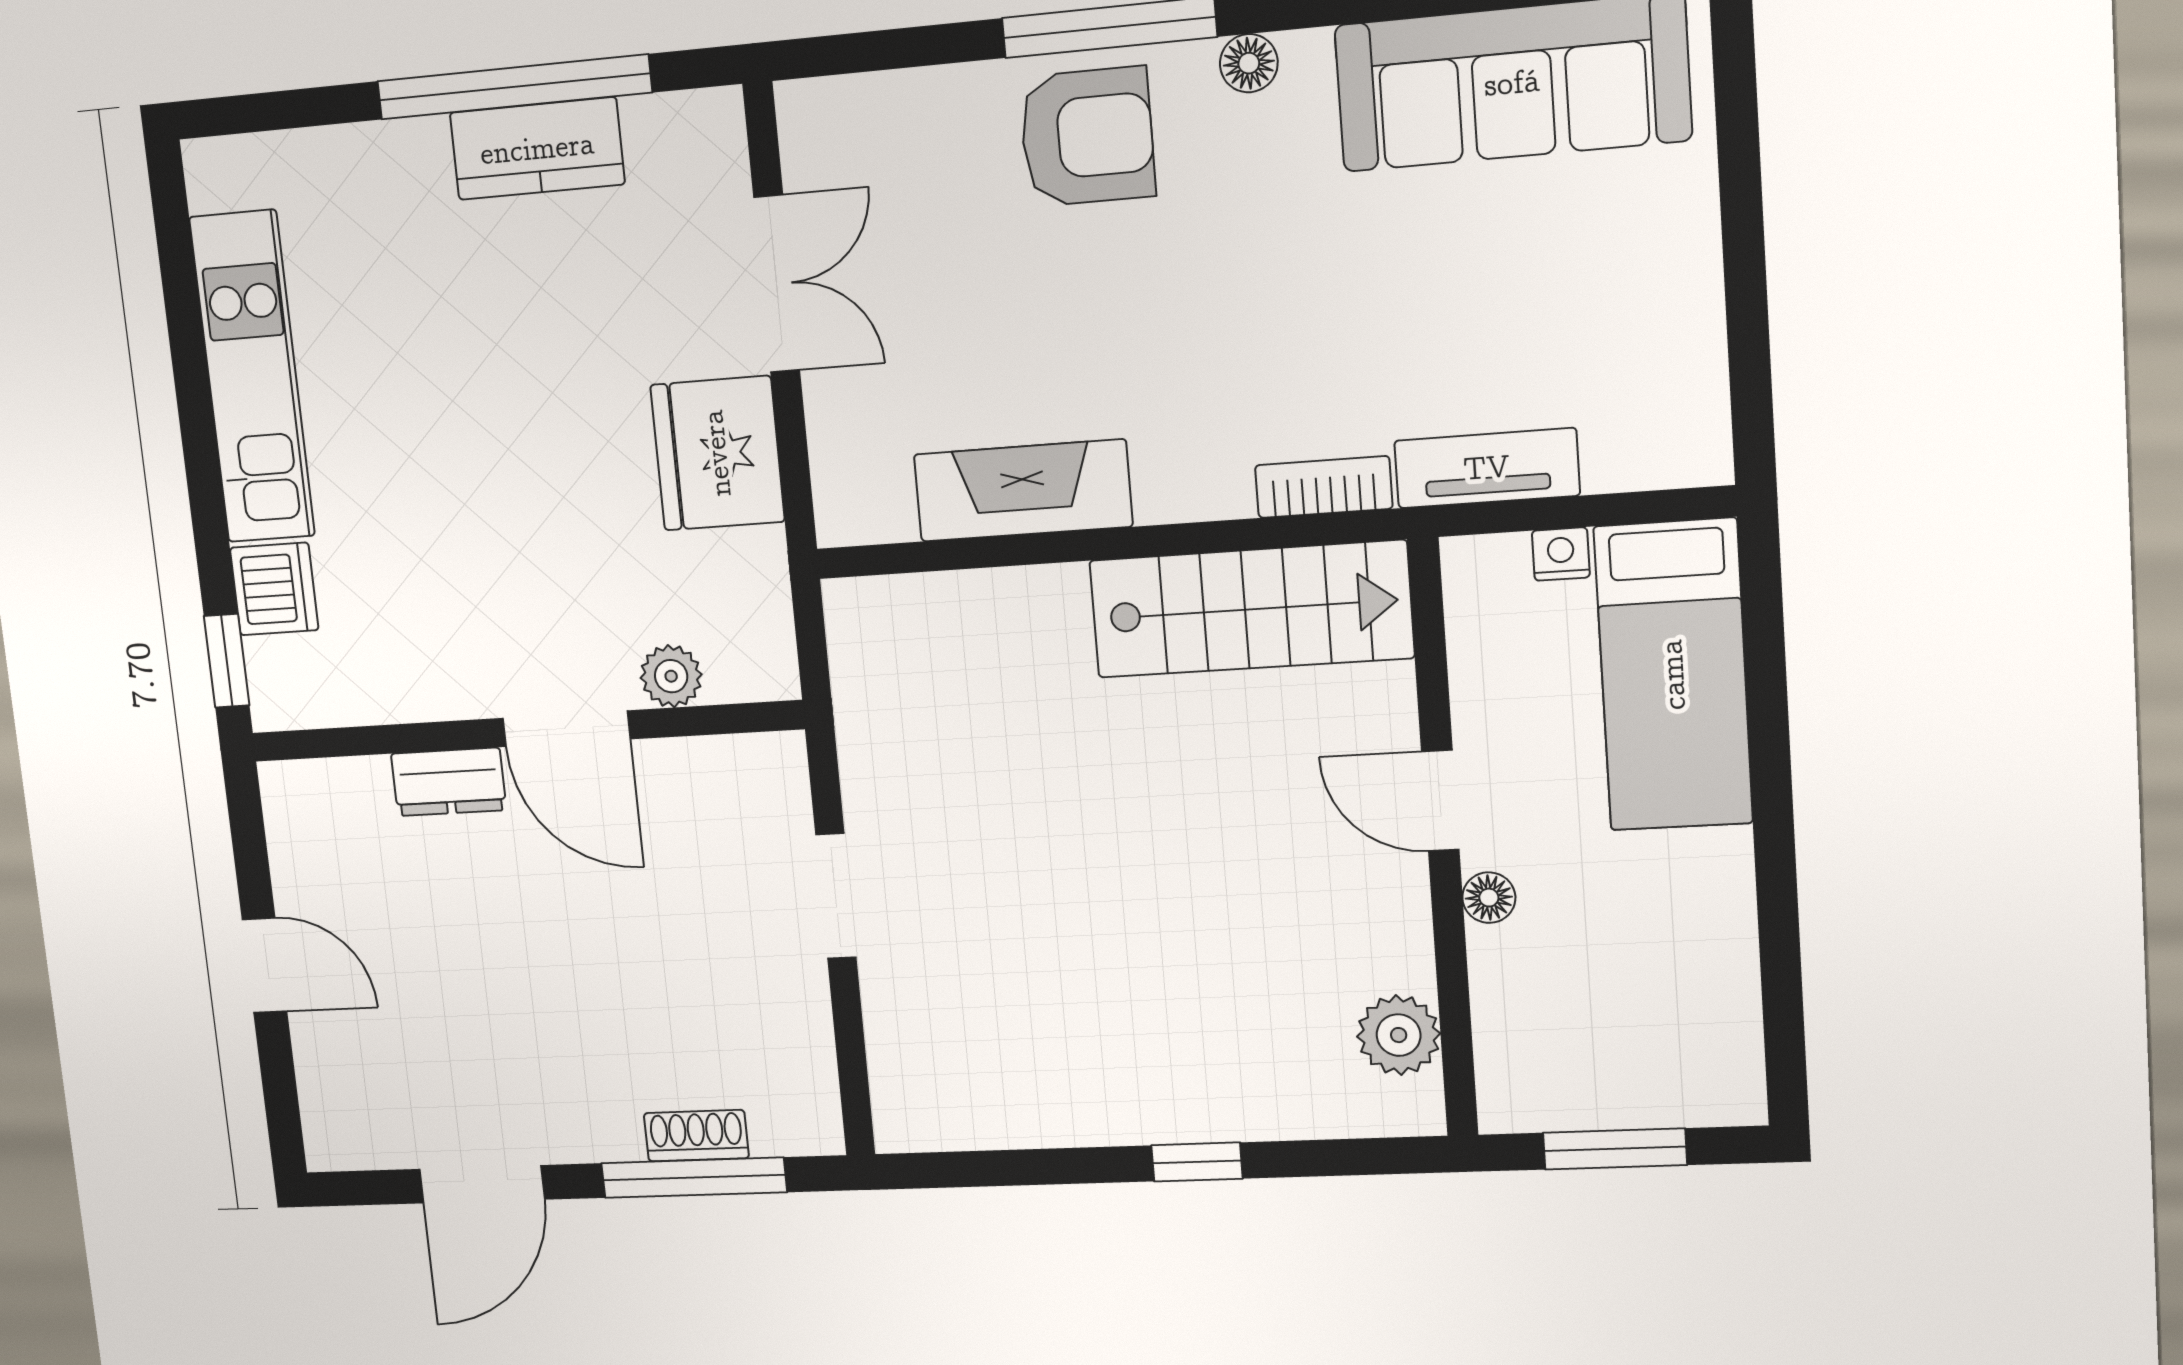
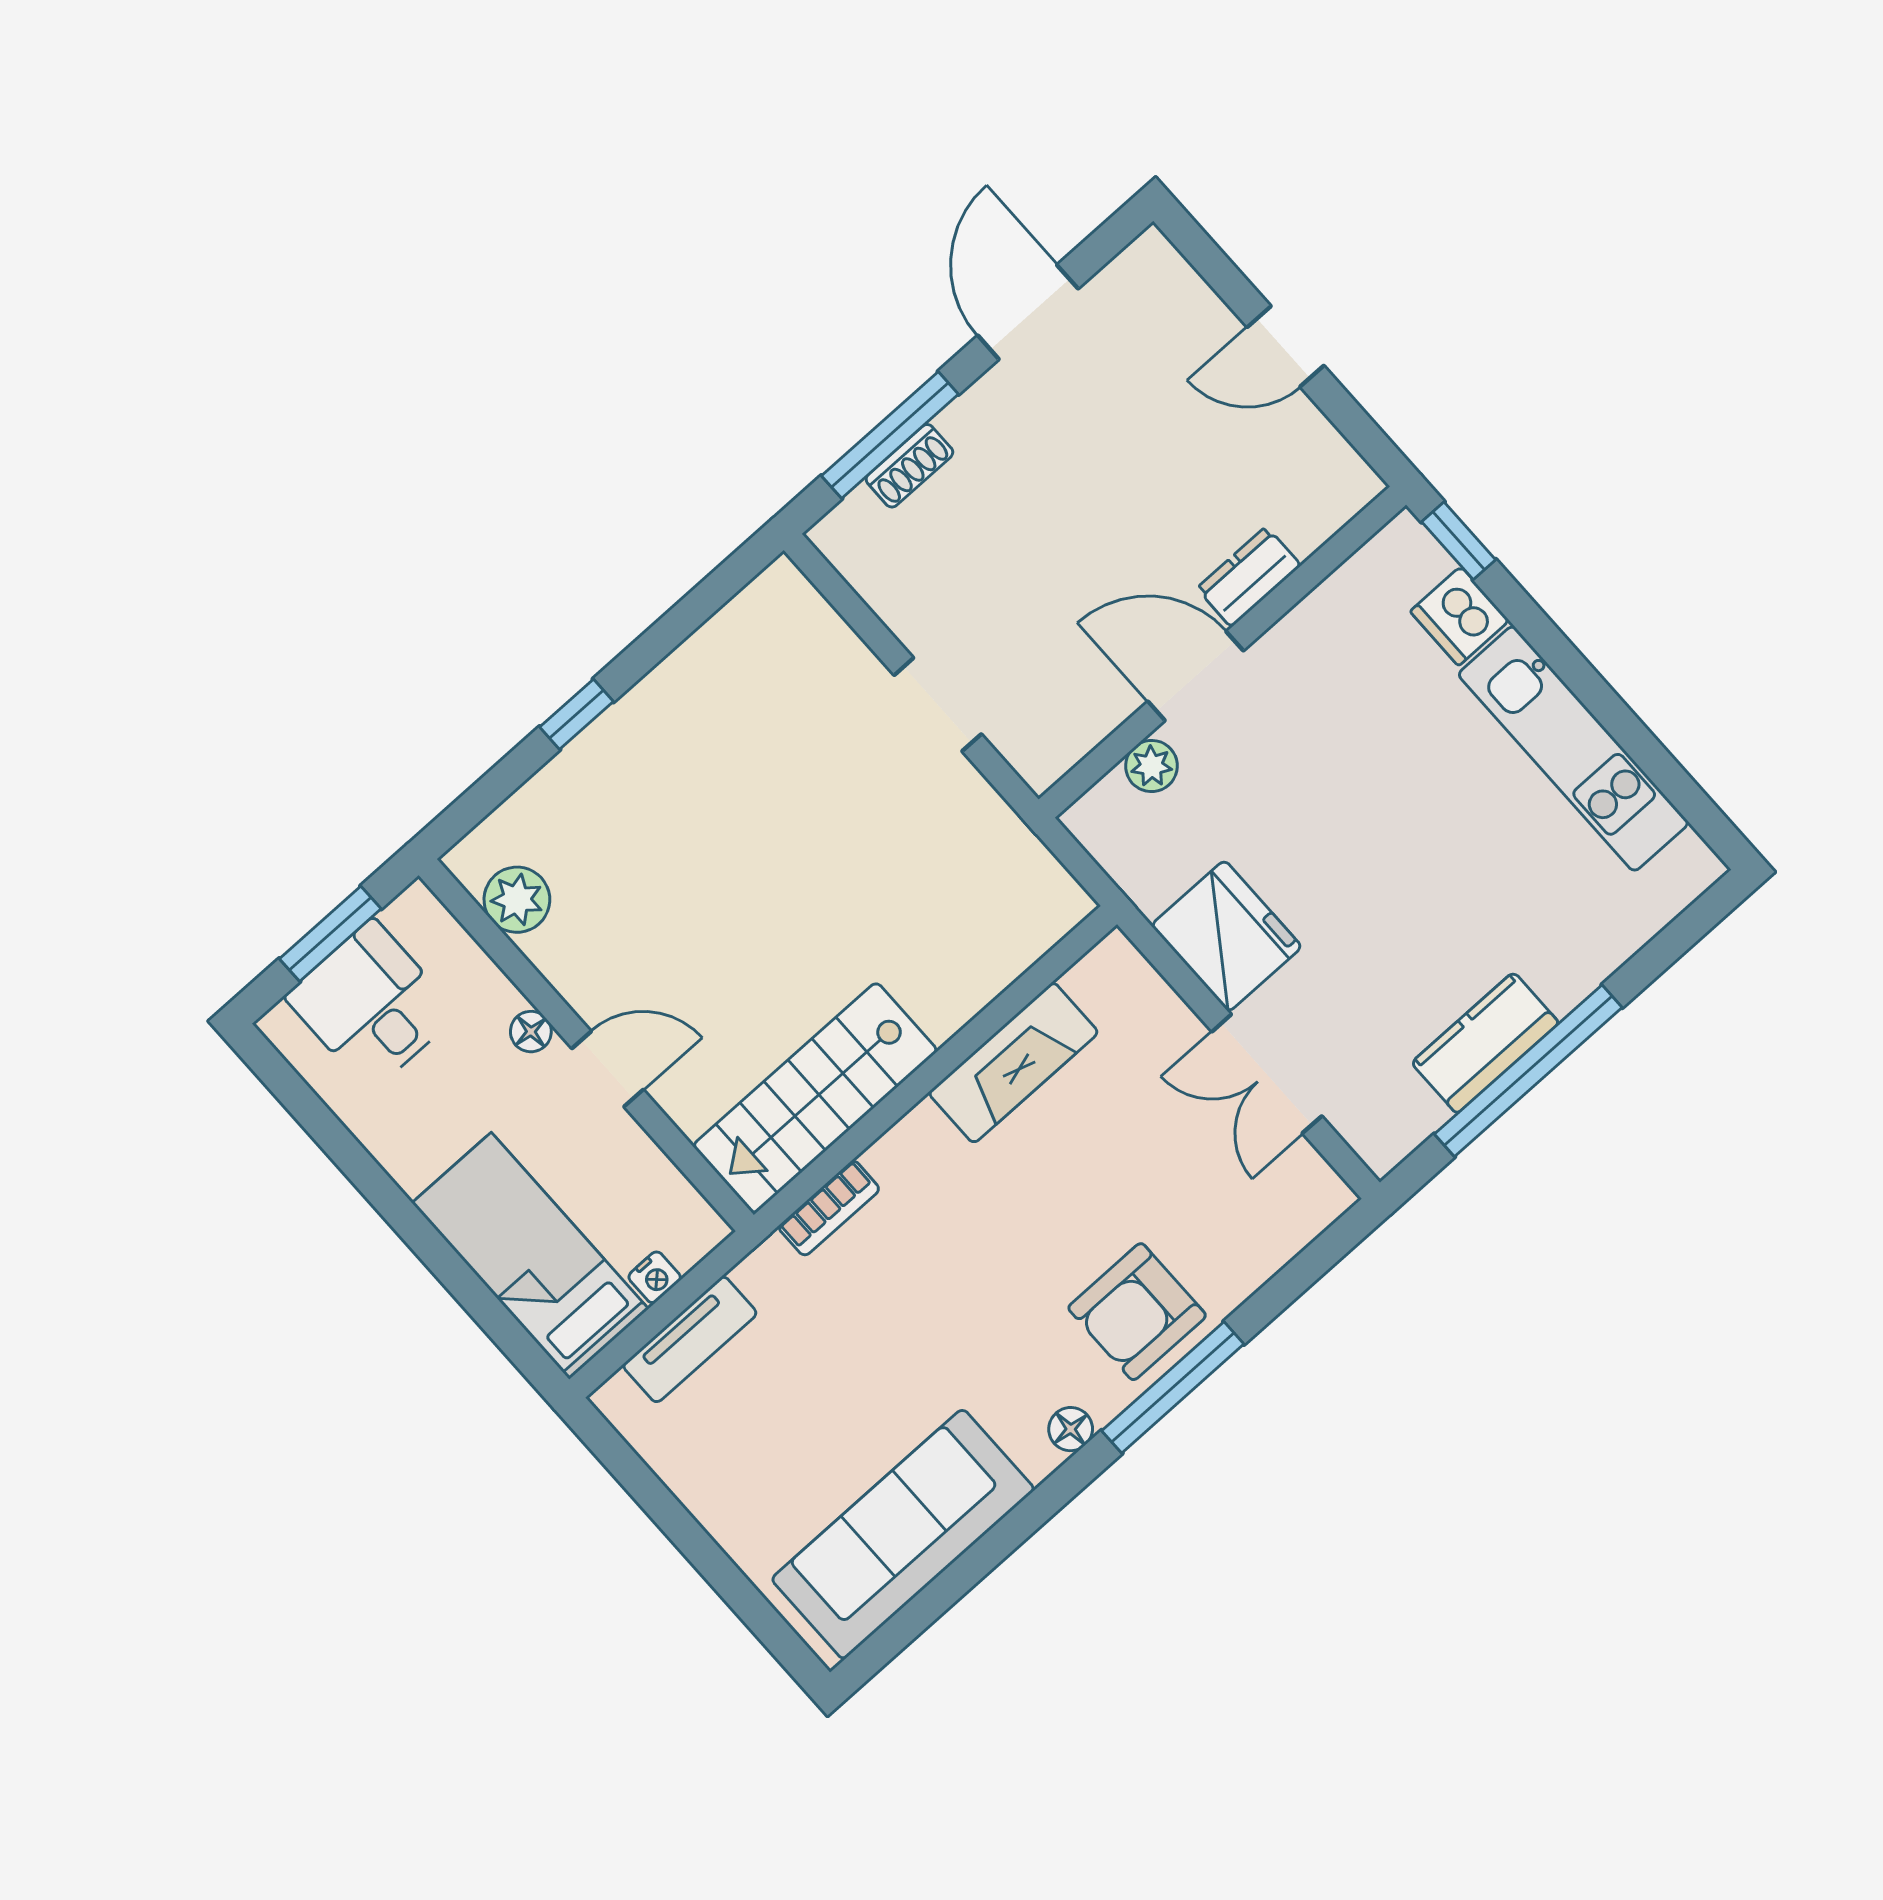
tv unit: (1487, 468) -> (690, 1339), moved
desk: (1631, 1048) -> (371, 1005), added

